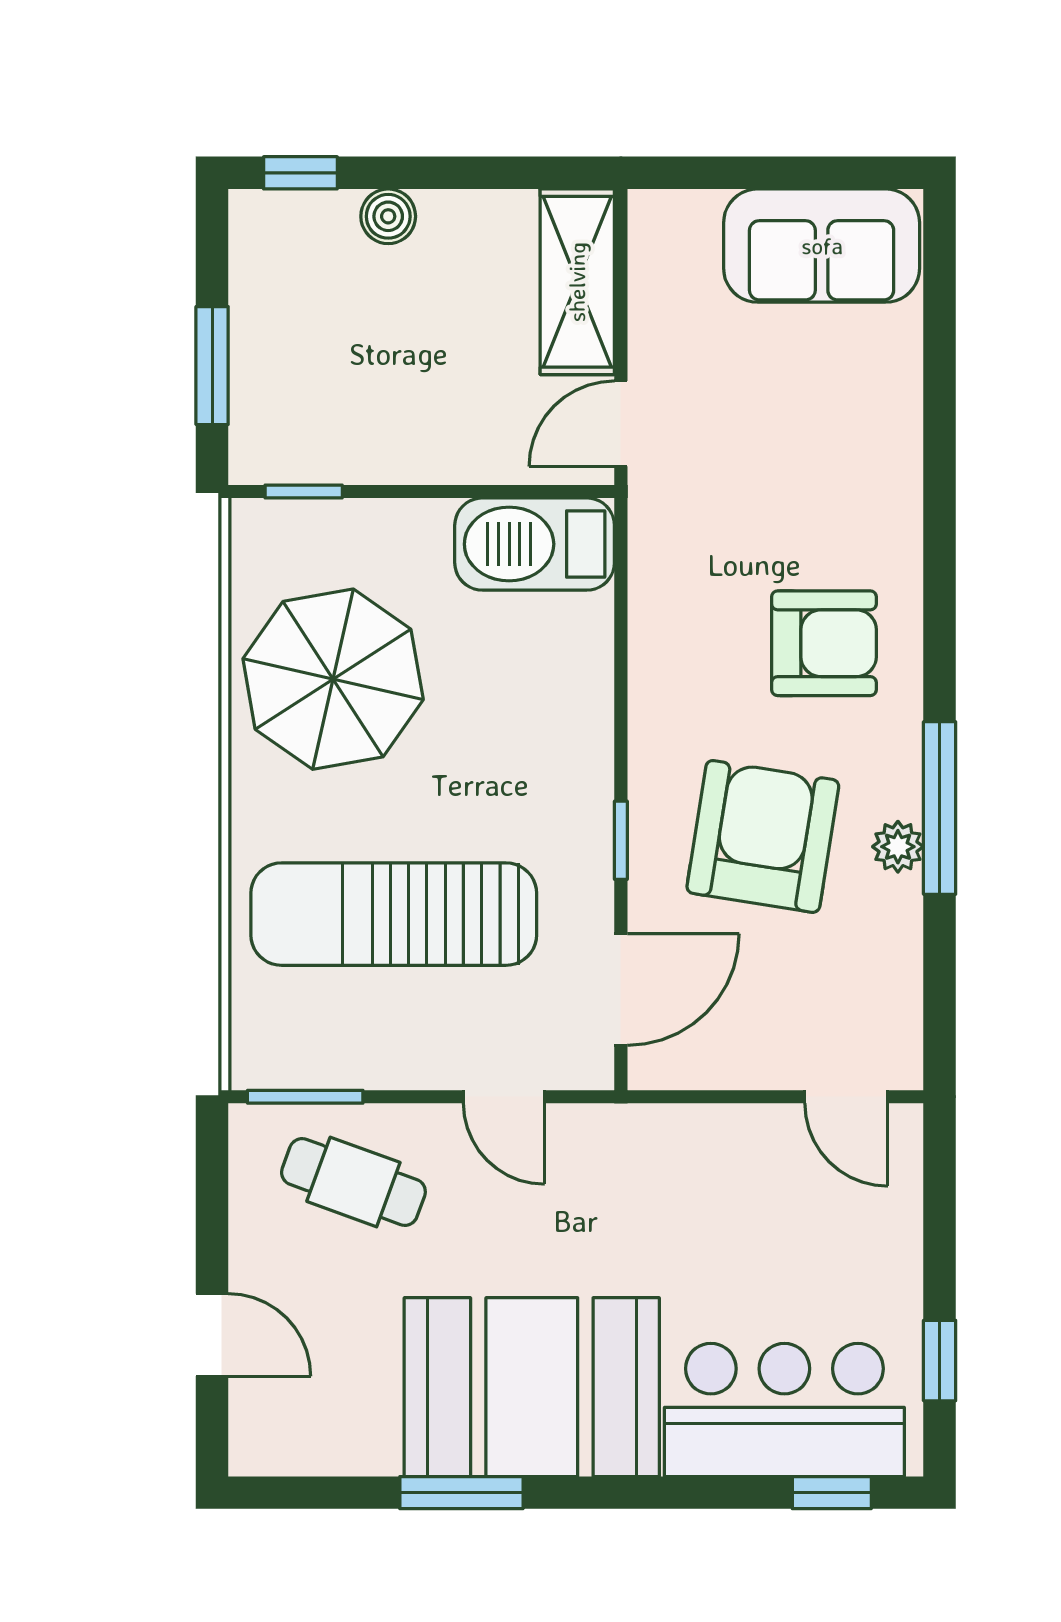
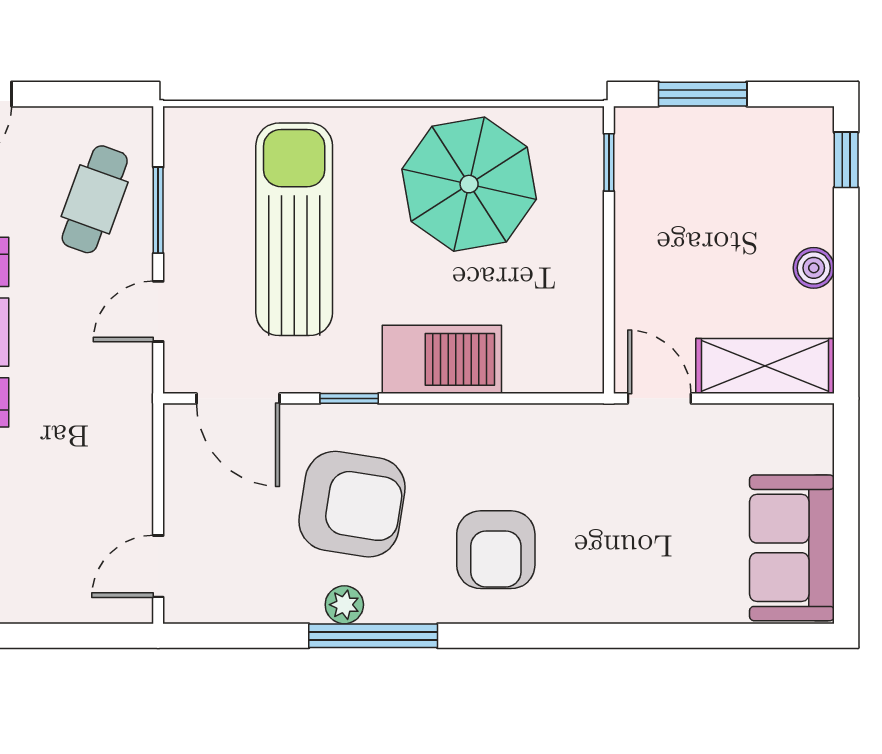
boiler: (388, 216) -> (814, 268), moved
barbecue: (535, 544) -> (442, 359), moved, turned 90
window: (305, 1097) -> (158, 210), moved

